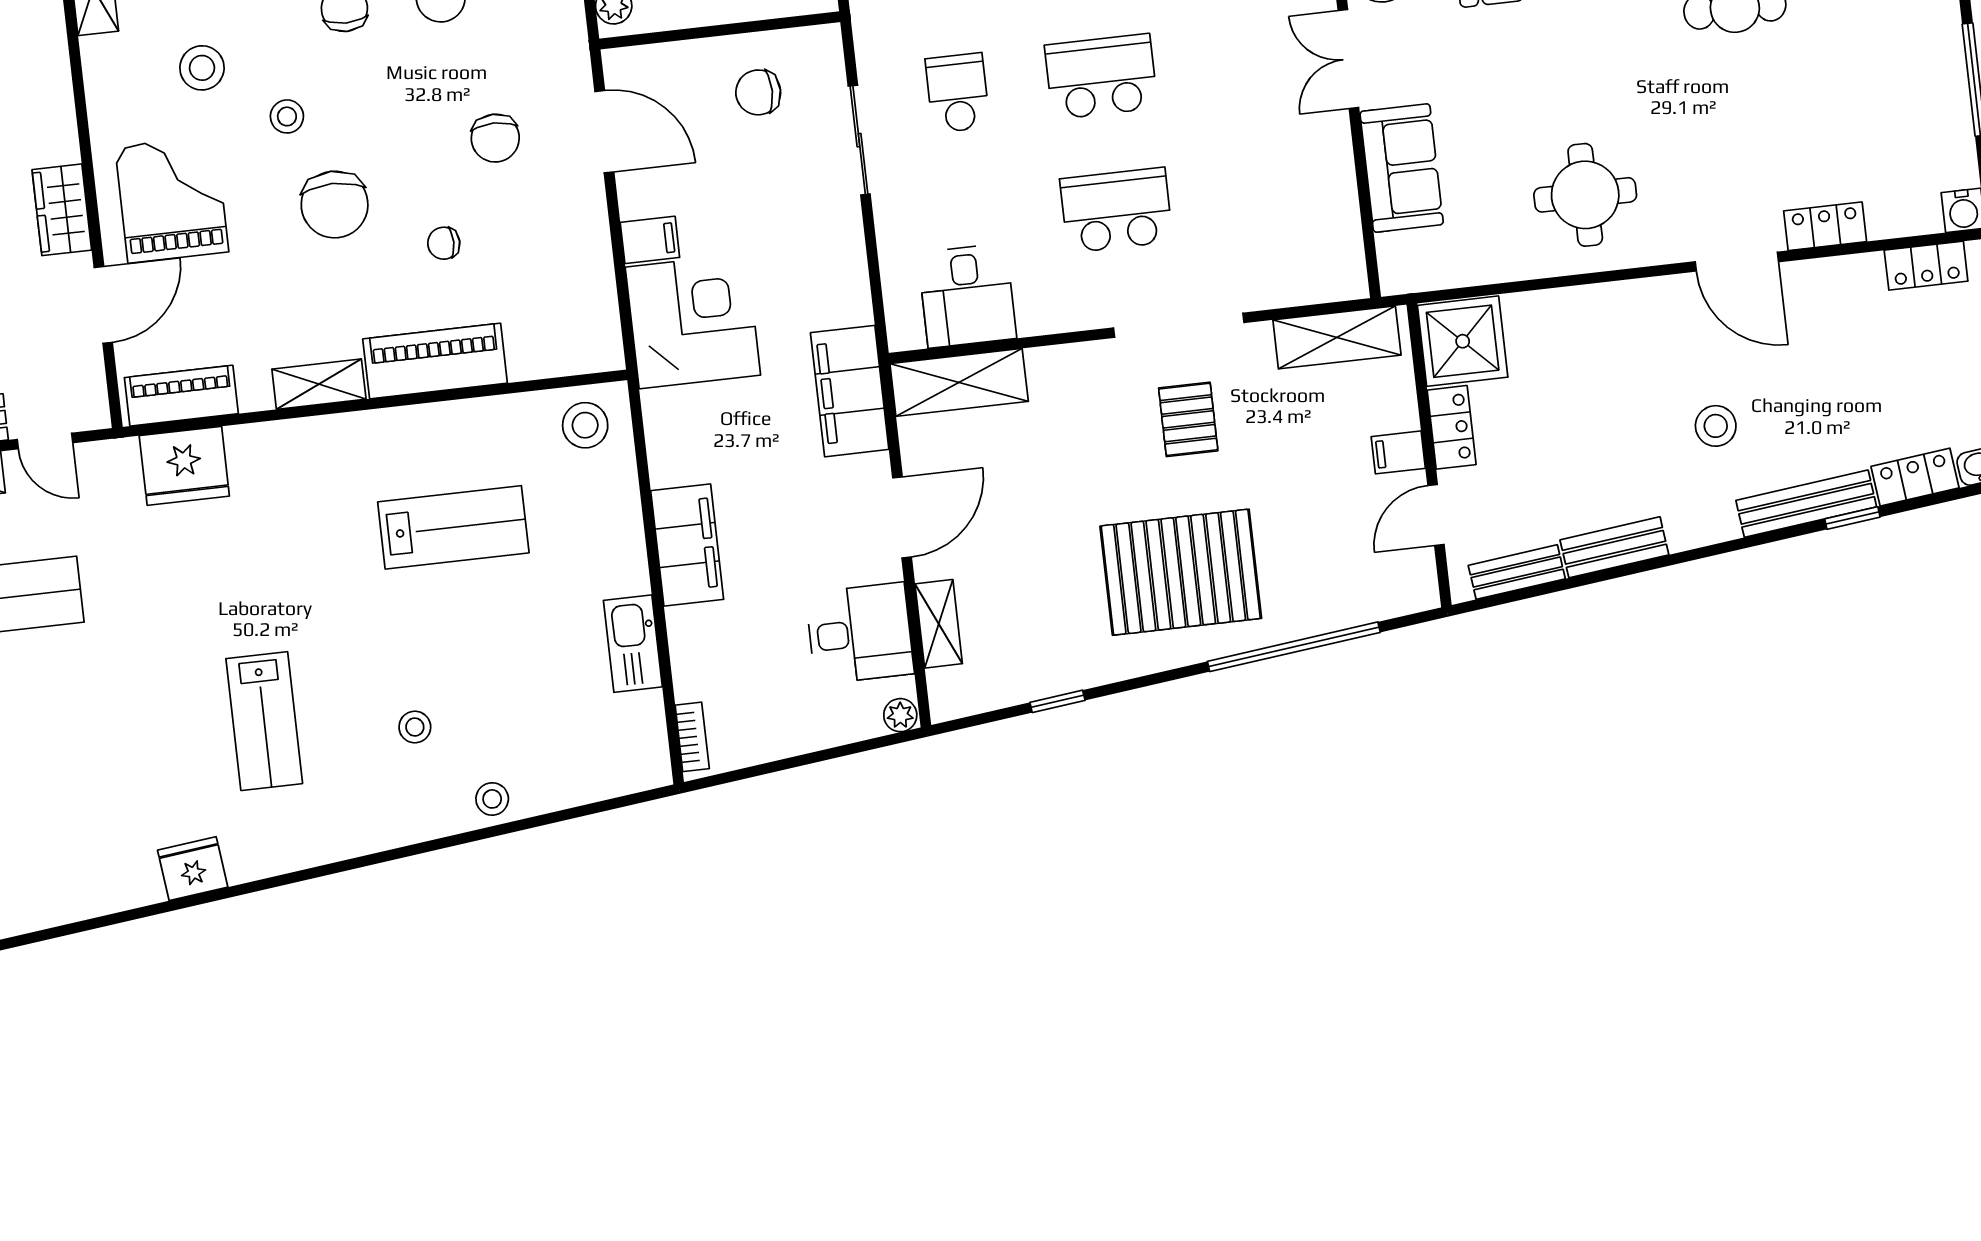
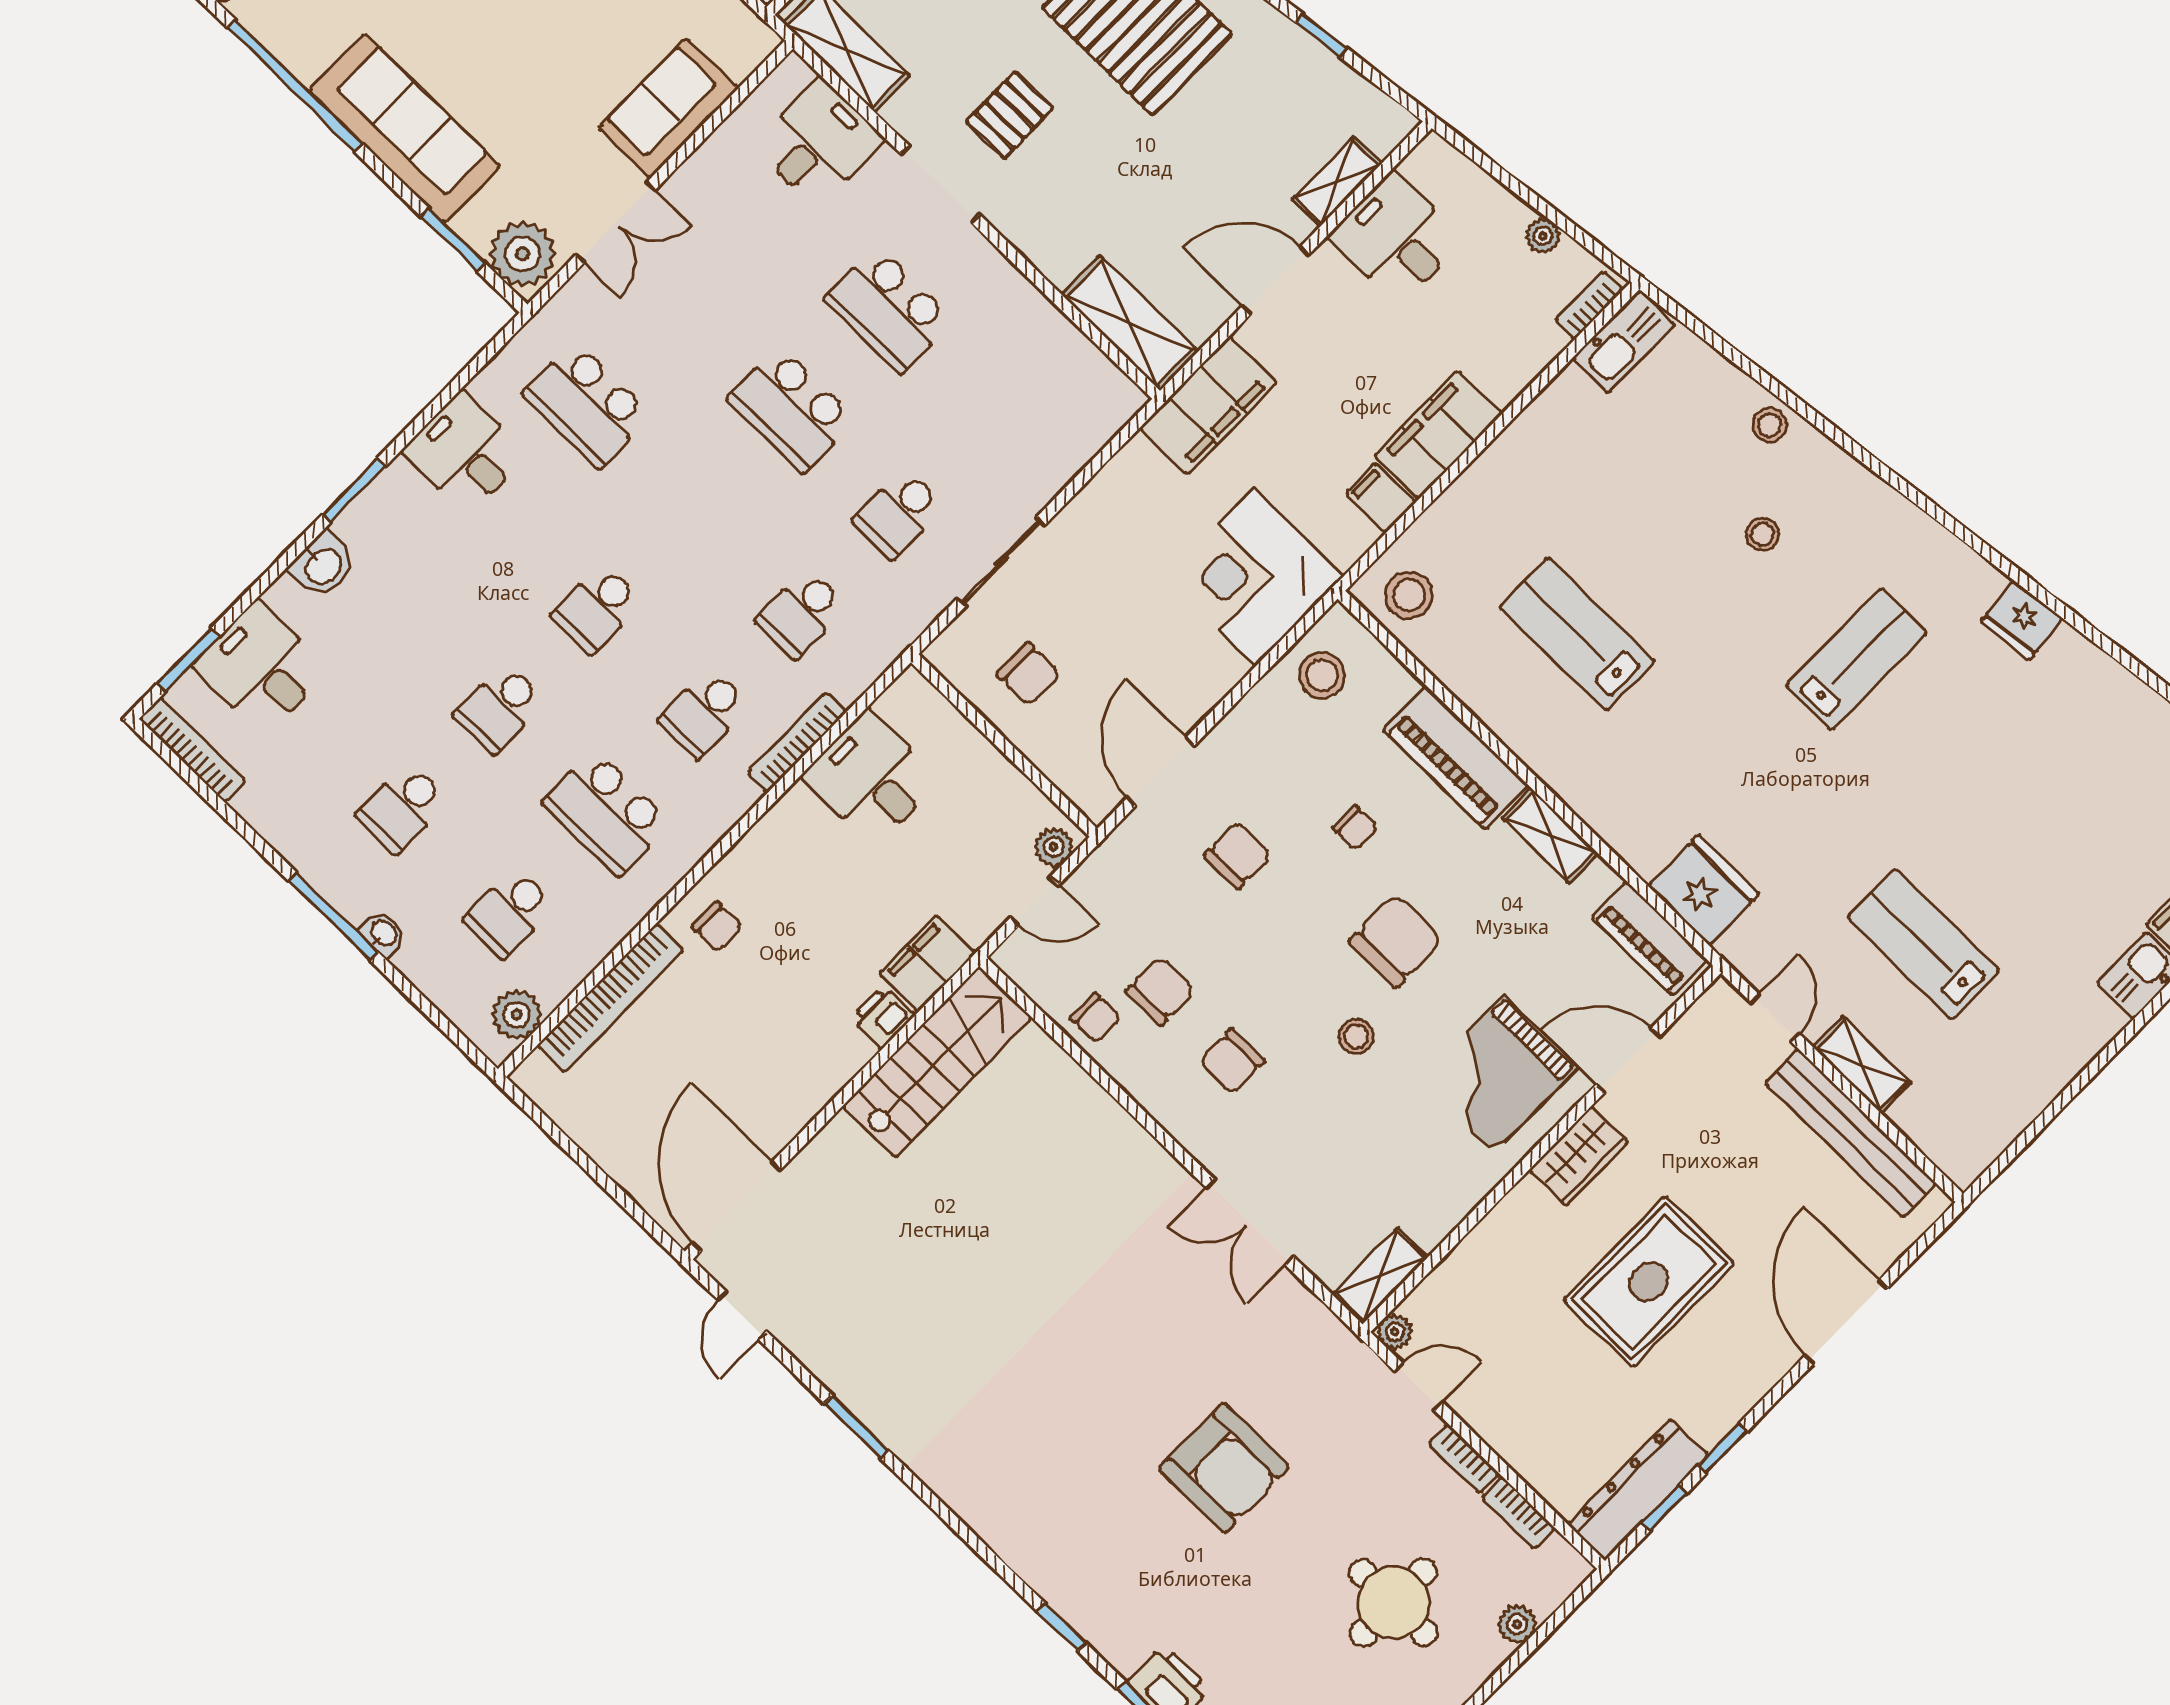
stool: (202, 68) -> (1322, 676), moved
filing cabinet: (650, 240) -> (1380, 498), moved
desk: (967, 296) -> (819, 143), moved
doorway: (1179, 325) -> (940, 184), width x0.73
kitchen sink: (633, 644) -> (1624, 342), moved
plant: (900, 715) -> (1543, 236), moved

